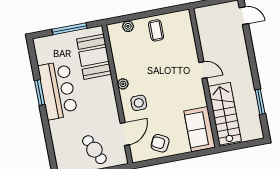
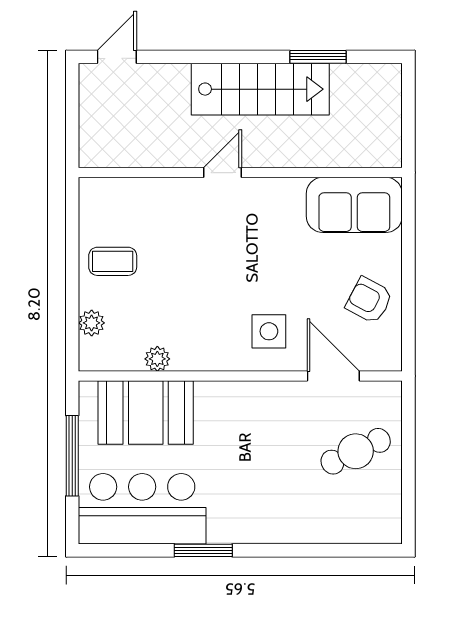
plant: (123, 84) -> (157, 359), moved
bar counter: (58, 90) -> (142, 509), moved
stairs: (225, 114) -> (260, 89), moved, turned 180
armchair: (160, 143) -> (369, 300), turned 91

